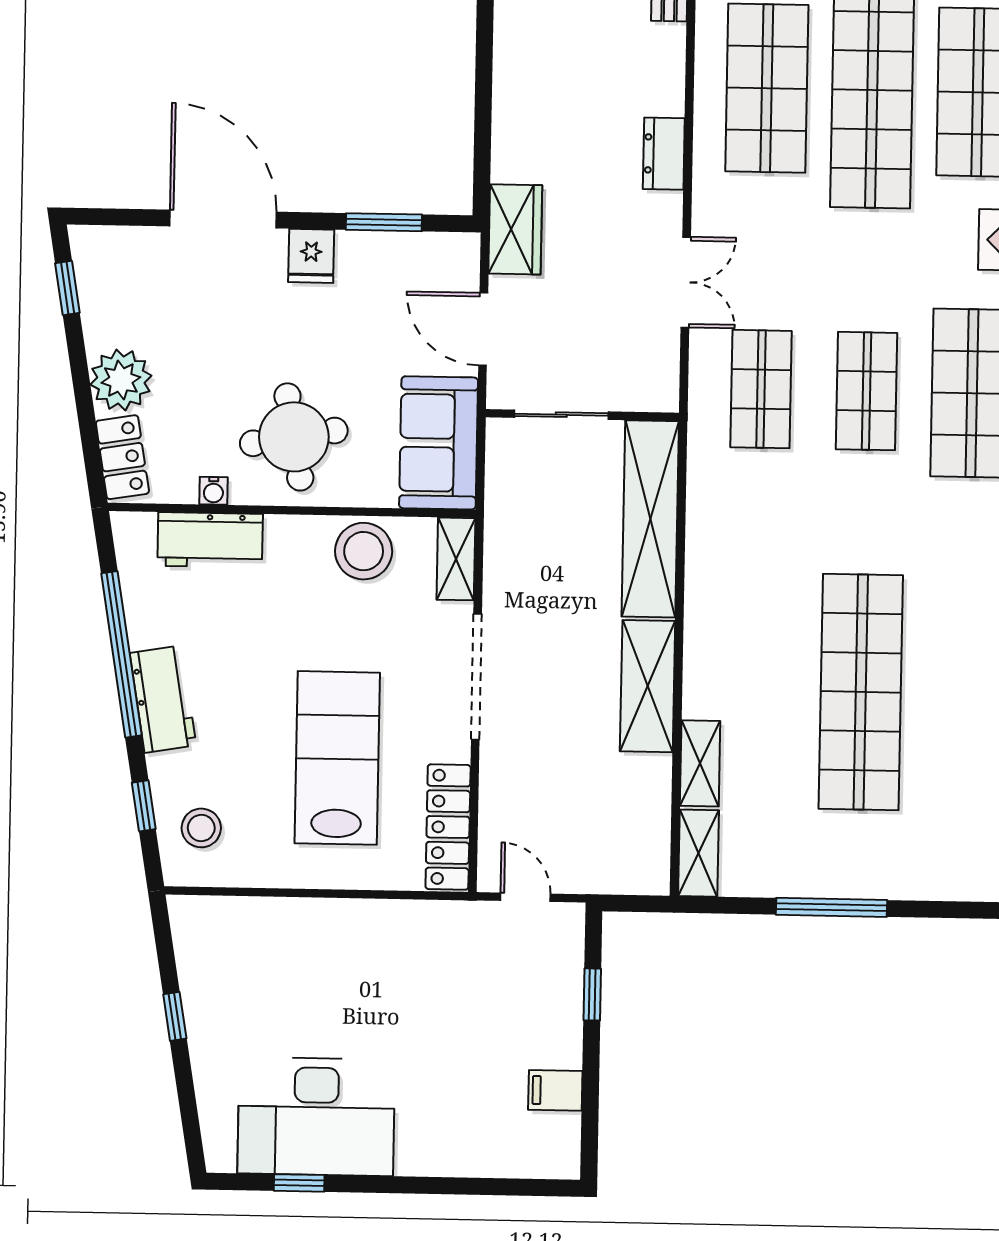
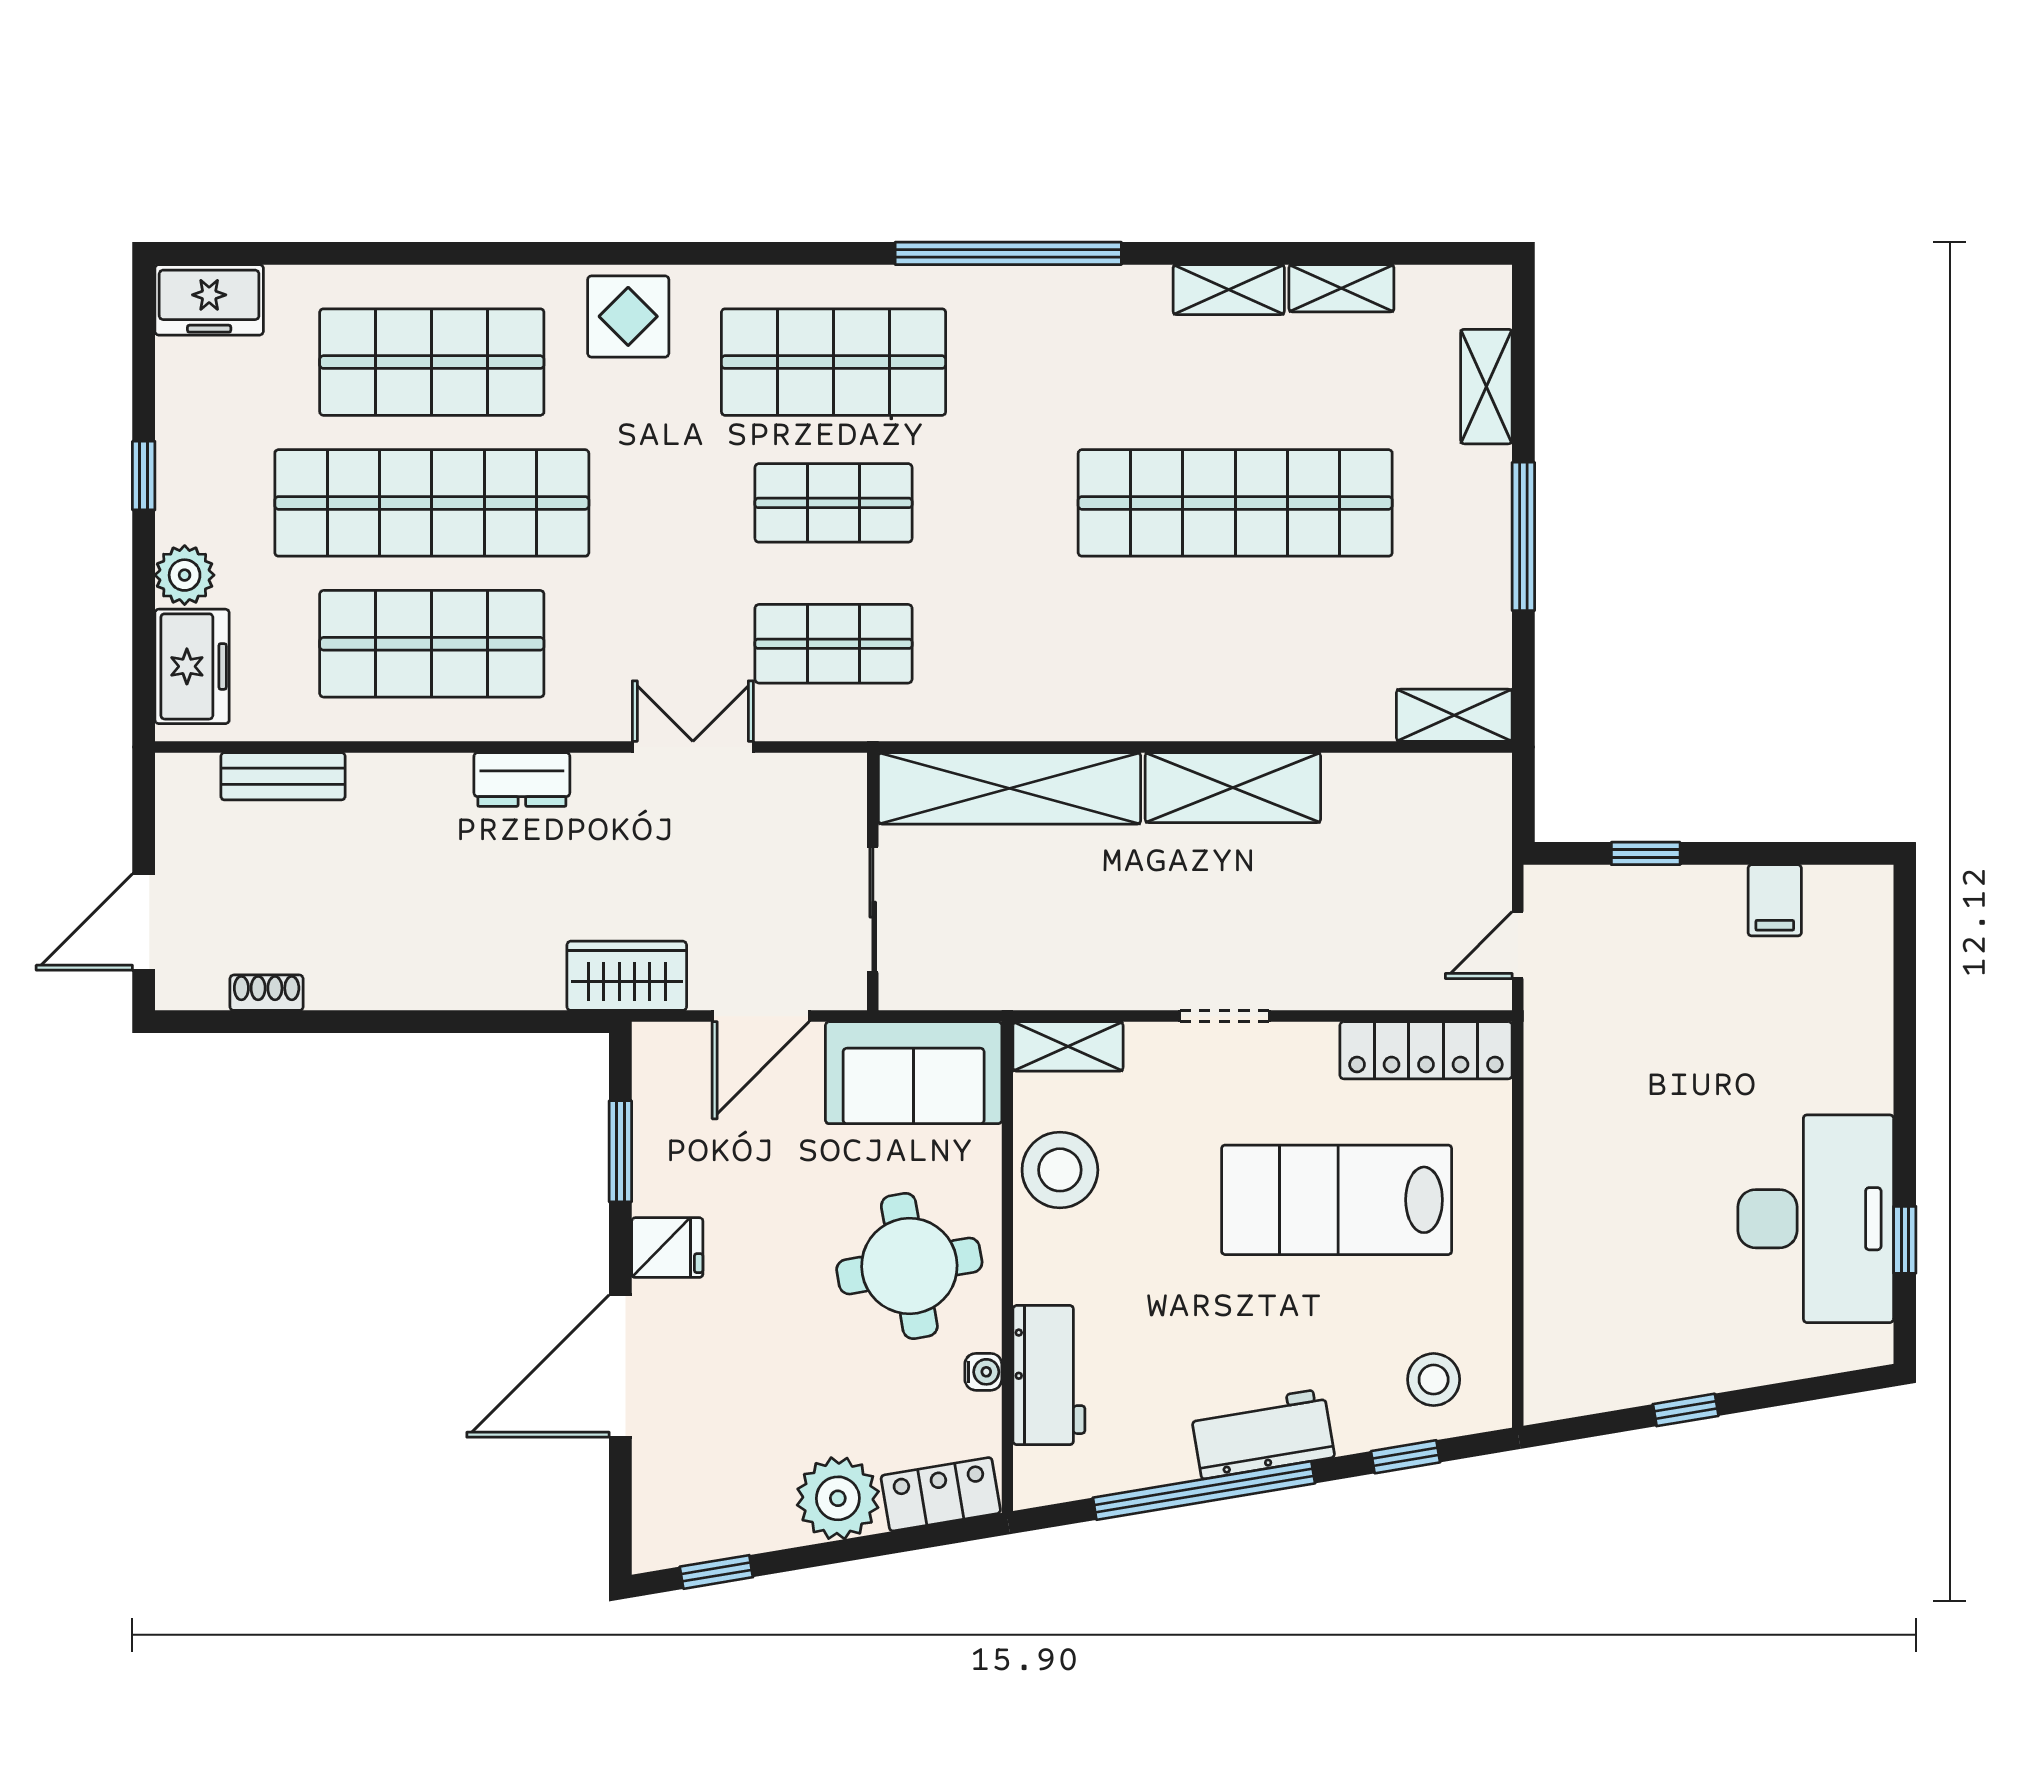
doorway: (476, 677) -> (1224, 1016), width x0.53
shelving: (700, 763) -> (1486, 387), moved, turned 90

